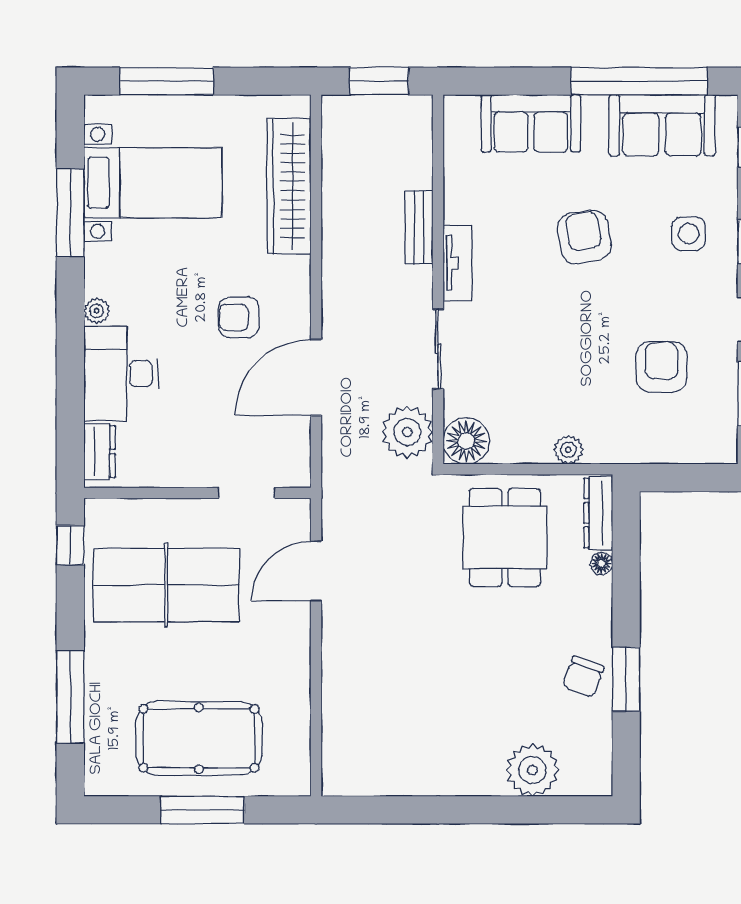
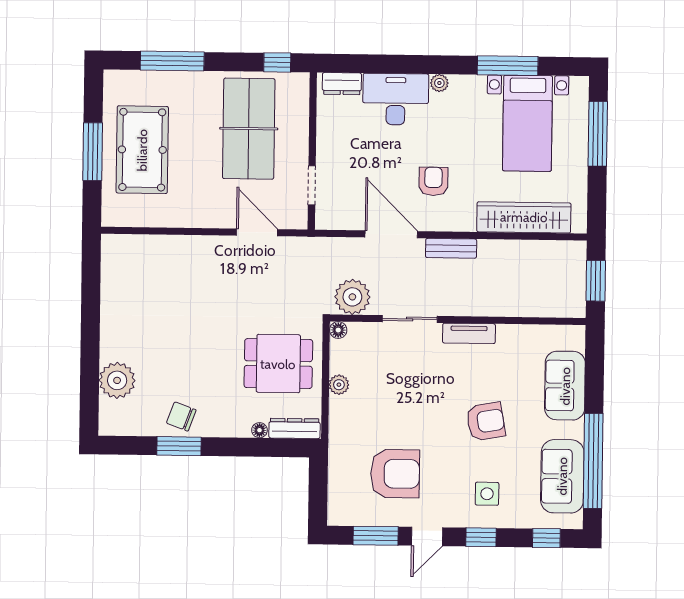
bench: (419, 227) -> (451, 248), moved
armchair: (662, 367) -> (395, 474), width x1.36, depth x1.36
floor lamp: (466, 441) -> (338, 330), width x0.53, depth x0.53
plant: (568, 450) -> (339, 385), moved

